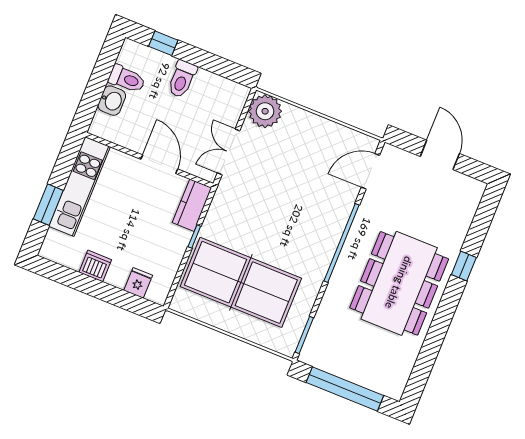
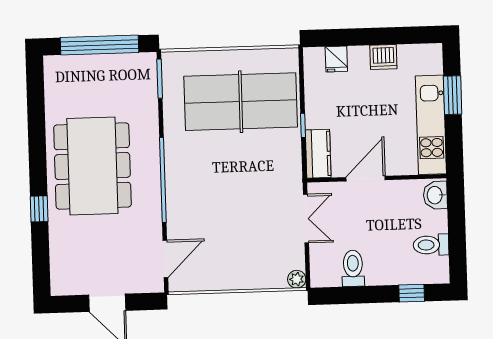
toilet: (182, 79) -> (353, 268), moved
washbasin: (112, 101) -> (435, 195), moved
plant: (265, 111) -> (297, 279), width x0.53, depth x0.53
door: (159, 164) -> (366, 179), swing flipped

